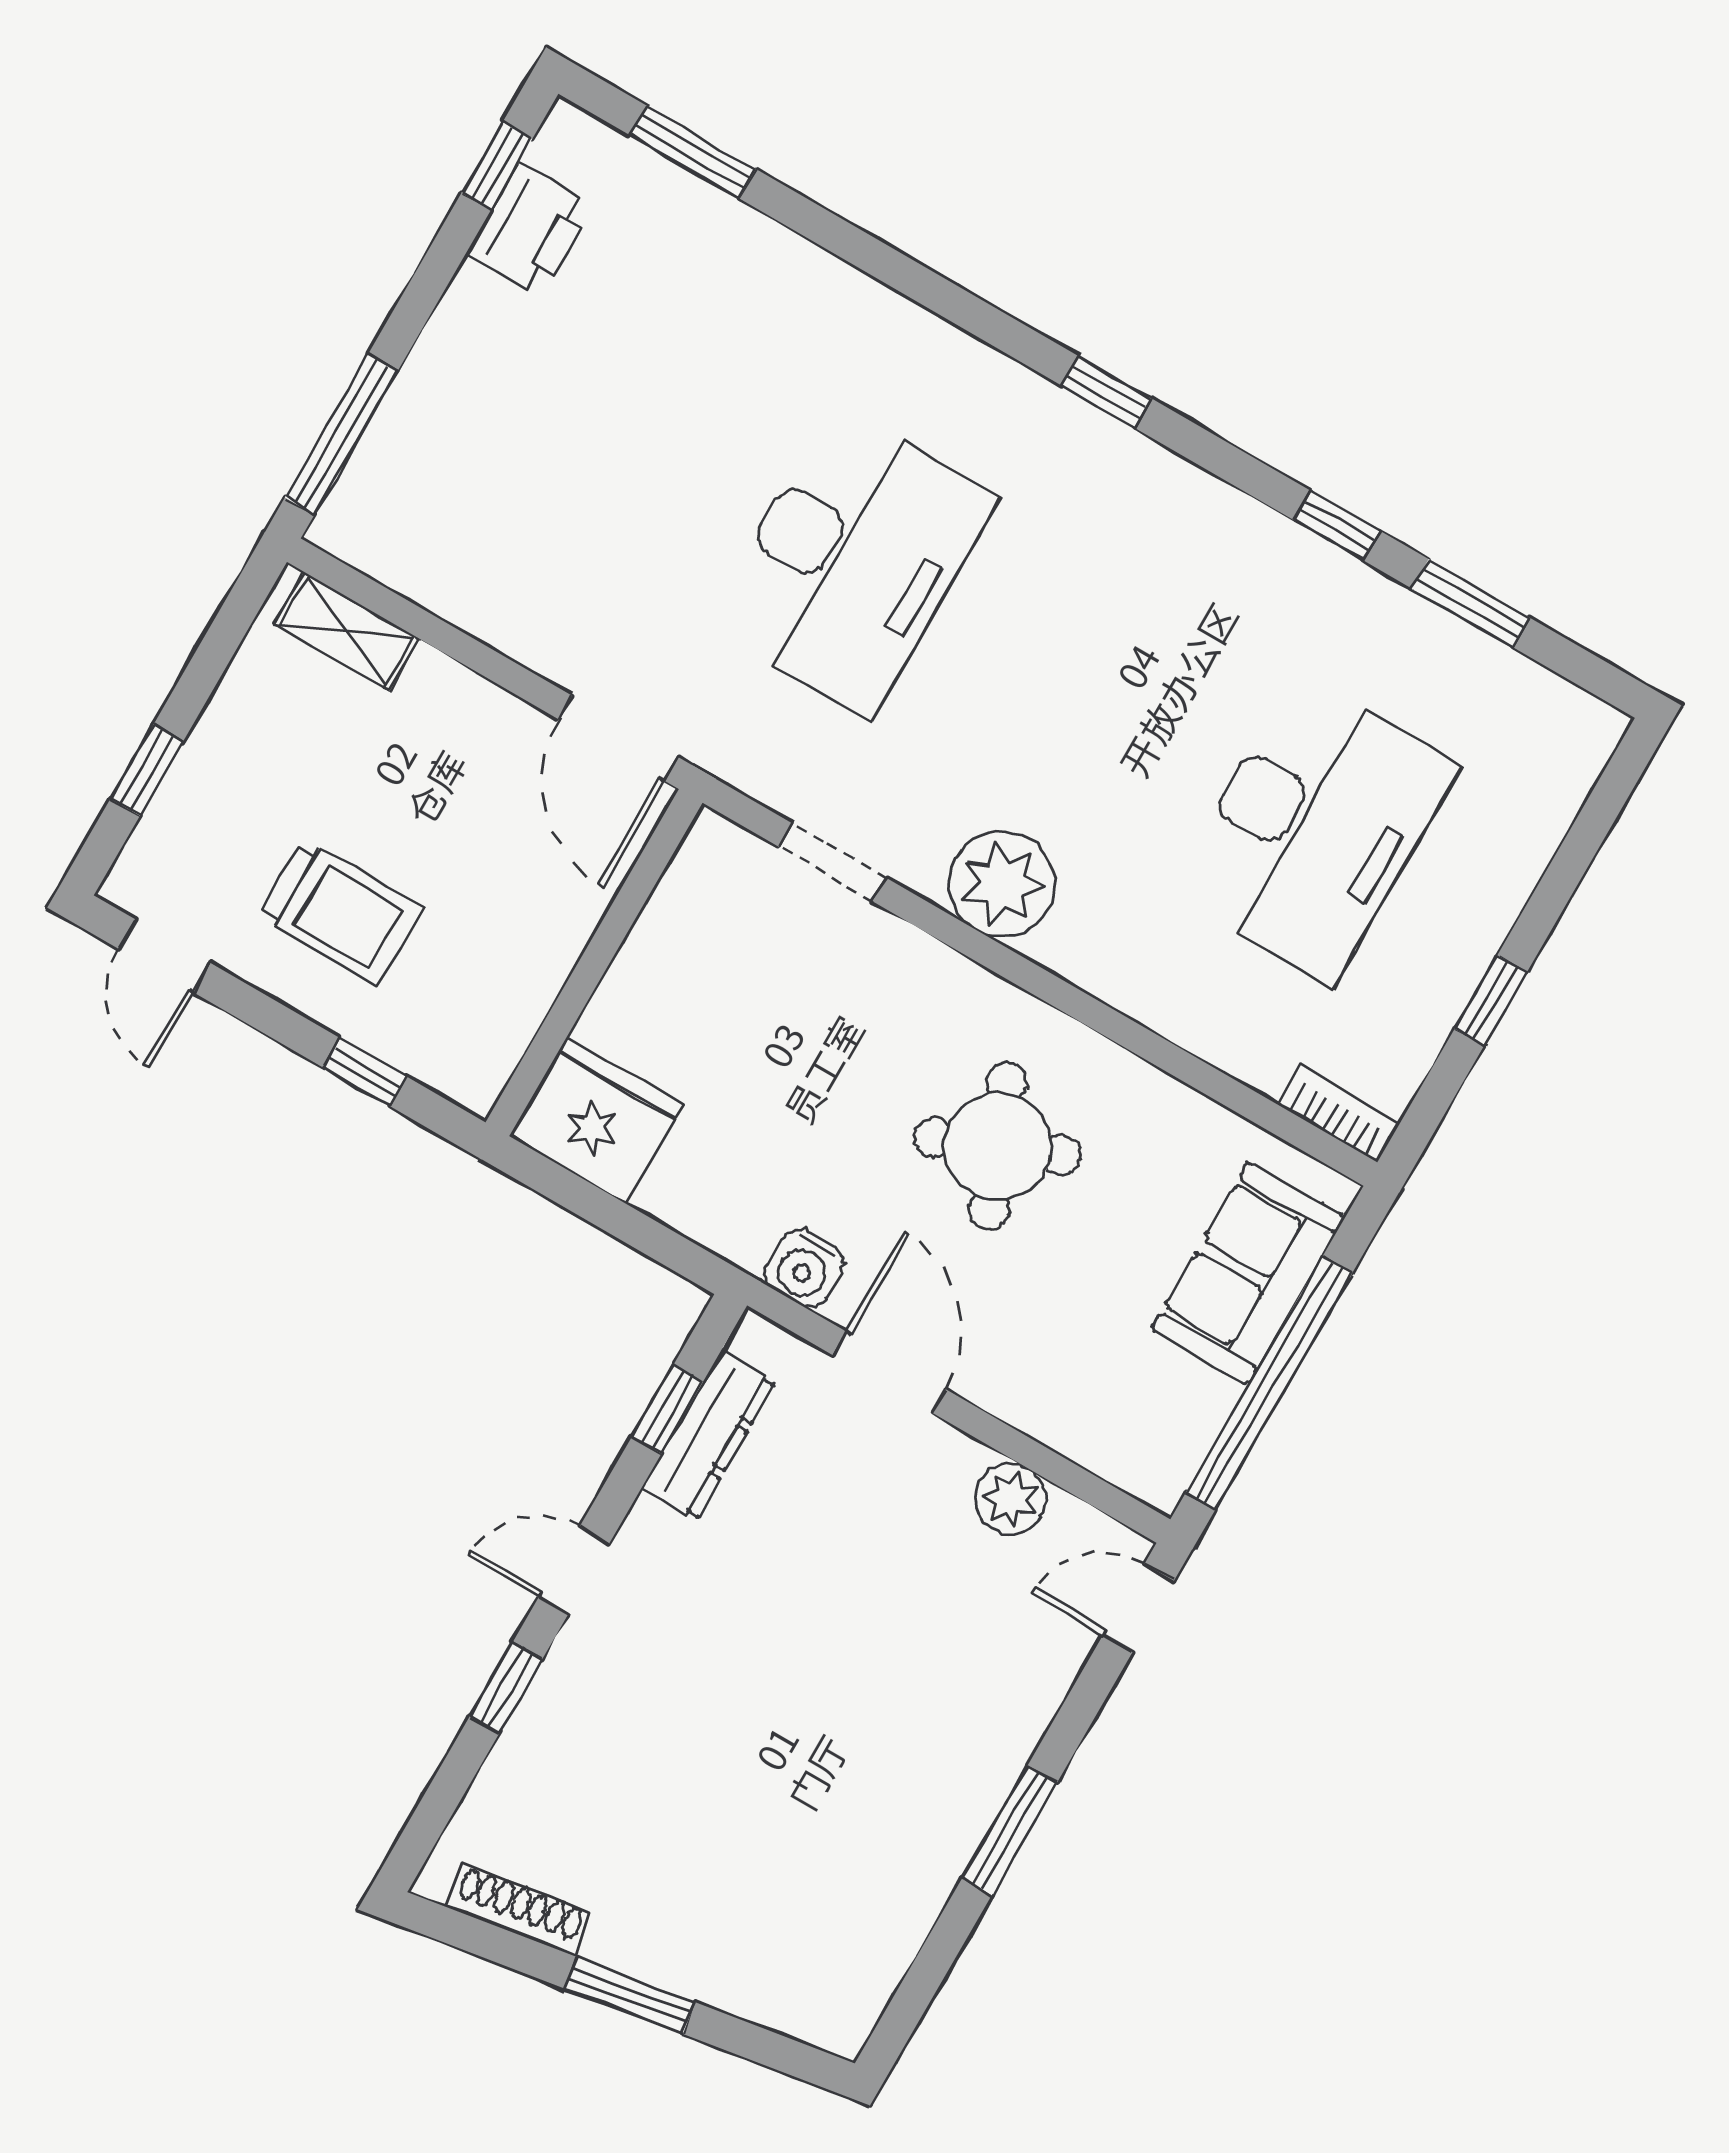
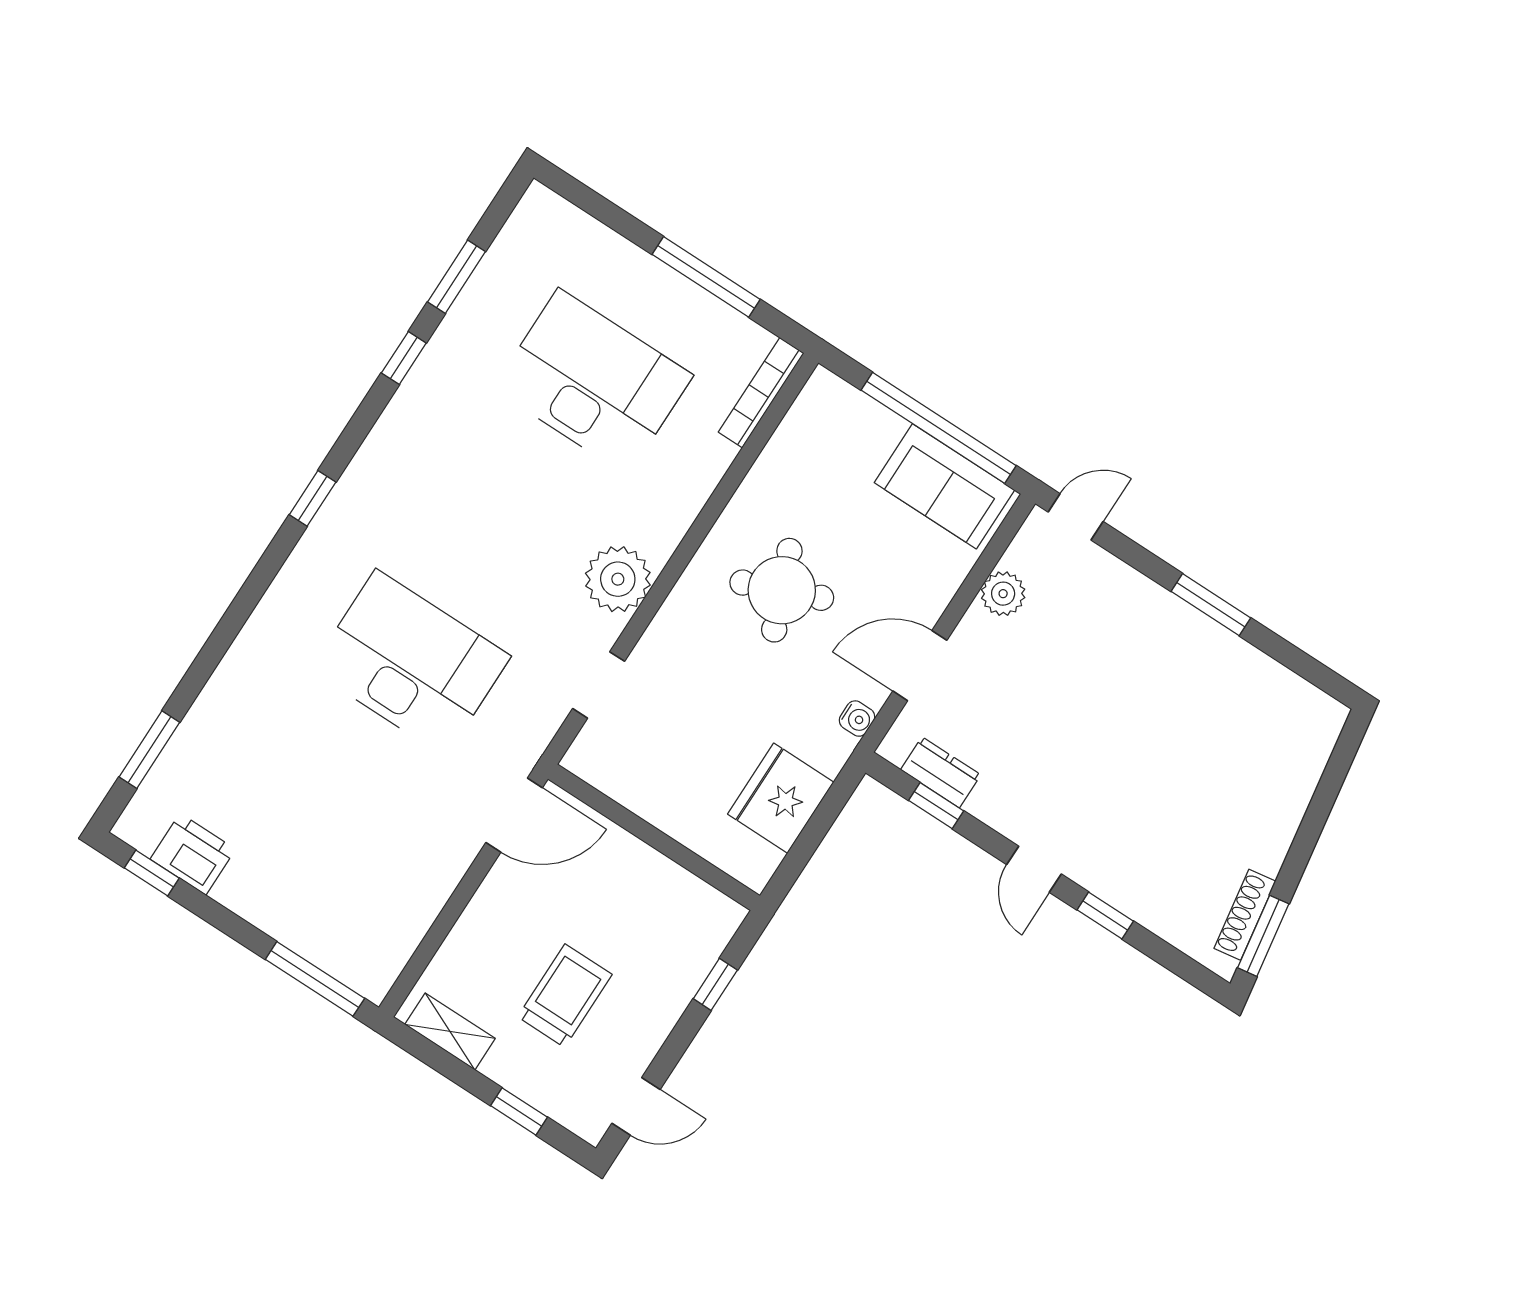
shelving: (347, 631) -> (450, 1031), moved, turned 90
trolley: (340, 912) -> (565, 996), moved
window: (1491, 1000) -> (706, 277), width x2.17
bookcase: (1339, 1114) -> (761, 393), width x1.56
fridge: (596, 1120) -> (781, 798), moved
water cooler: (804, 1268) -> (857, 719), width x0.72, depth x0.72
sofa: (1248, 1273) -> (944, 486), moved
dresser: (708, 1435) -> (941, 772), width x0.70
door: (1139, 1608) -> (1076, 517), swing flipped
window: (630, 1995) -> (1263, 936), moved

